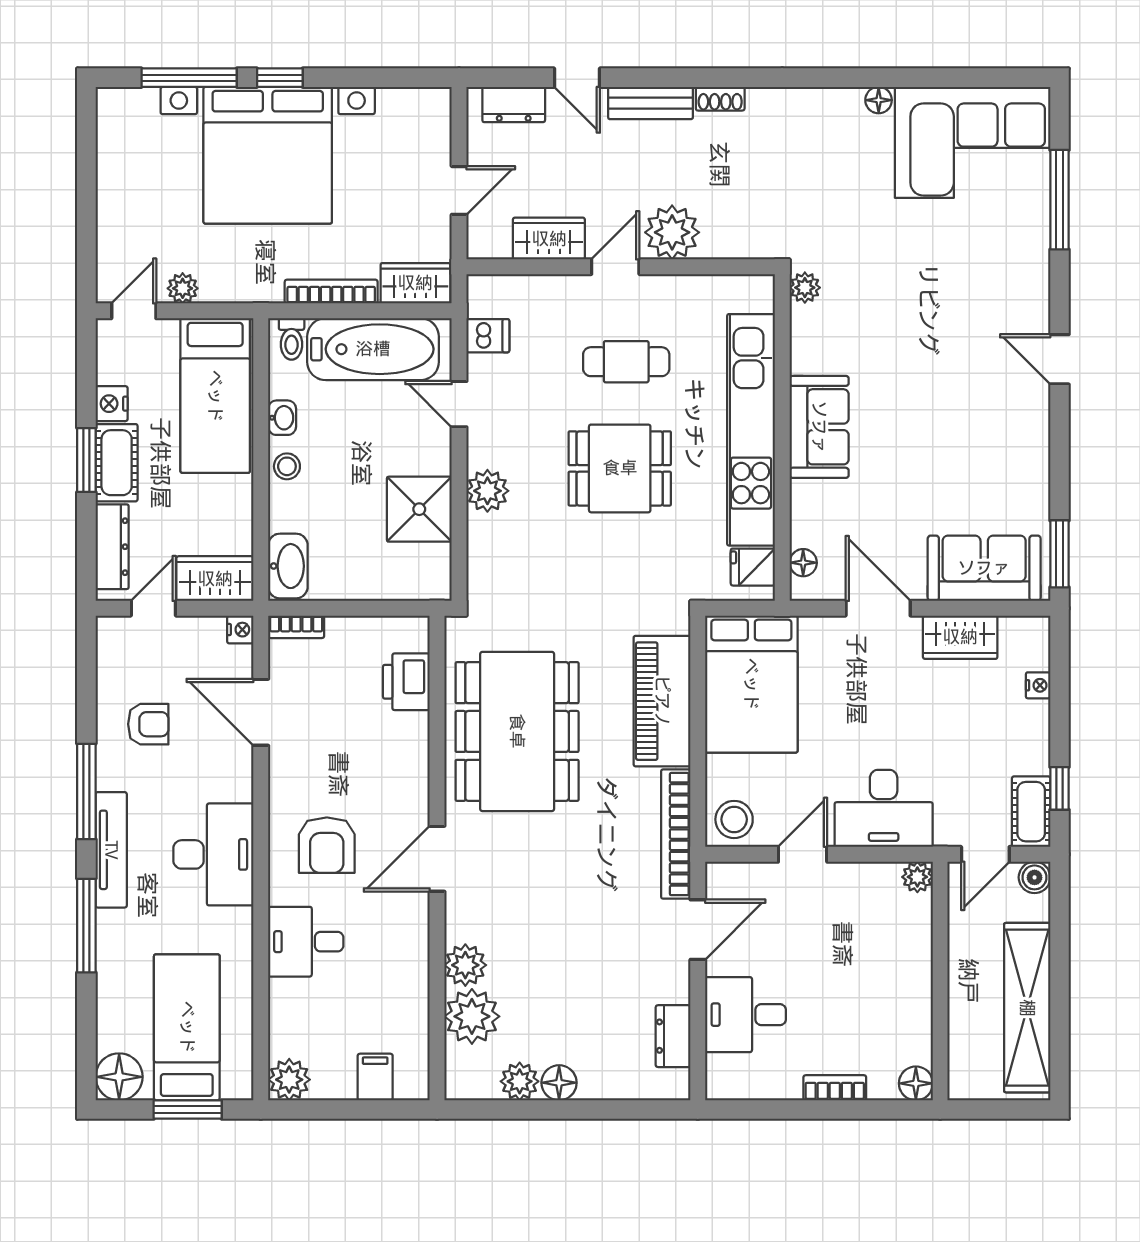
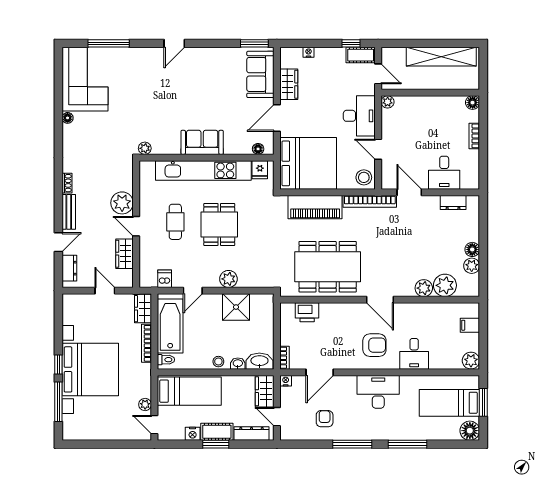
washbasin: (282, 418) -> (238, 364), moved
bed: (751, 684) -> (308, 163), width x1.36
tv unit: (111, 850) -> (376, 434), removed
boiler: (1035, 877) -> (388, 54), removed

